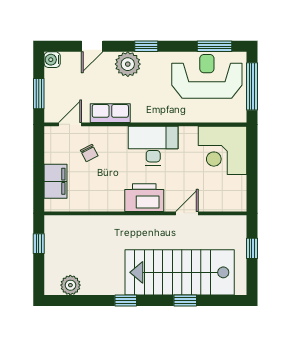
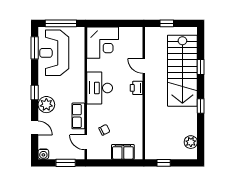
printer: (144, 198) -> (137, 88), width x0.53, depth x0.68

